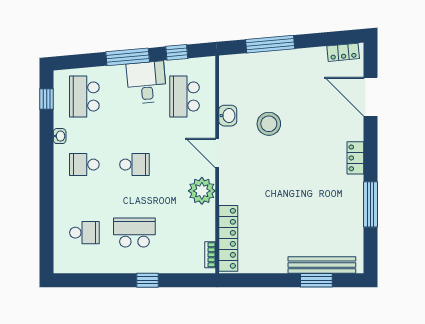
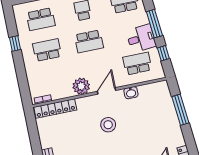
stool: (269, 124) -> (108, 125), moved
school desk: (134, 165) -> (89, 41), width x1.85
school desk: (84, 233) -> (41, 19), width x1.85
school desk: (134, 233) -> (47, 50), turned -90
window: (147, 280) -> (15, 44), moved

